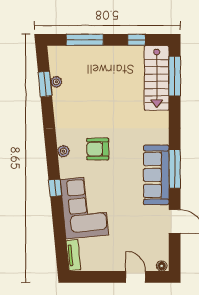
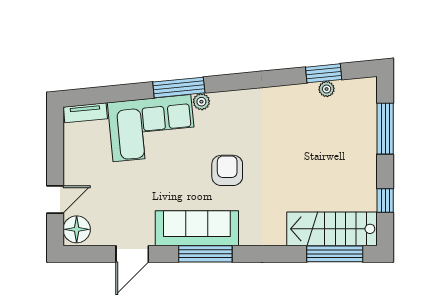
armchair: (98, 149) -> (227, 170), moved
plant: (63, 151) -> (201, 102), moved
window: (55, 188) -> (179, 87), width x2.17
floor lamp: (162, 266) -> (77, 229), width x1.89, depth x1.89

